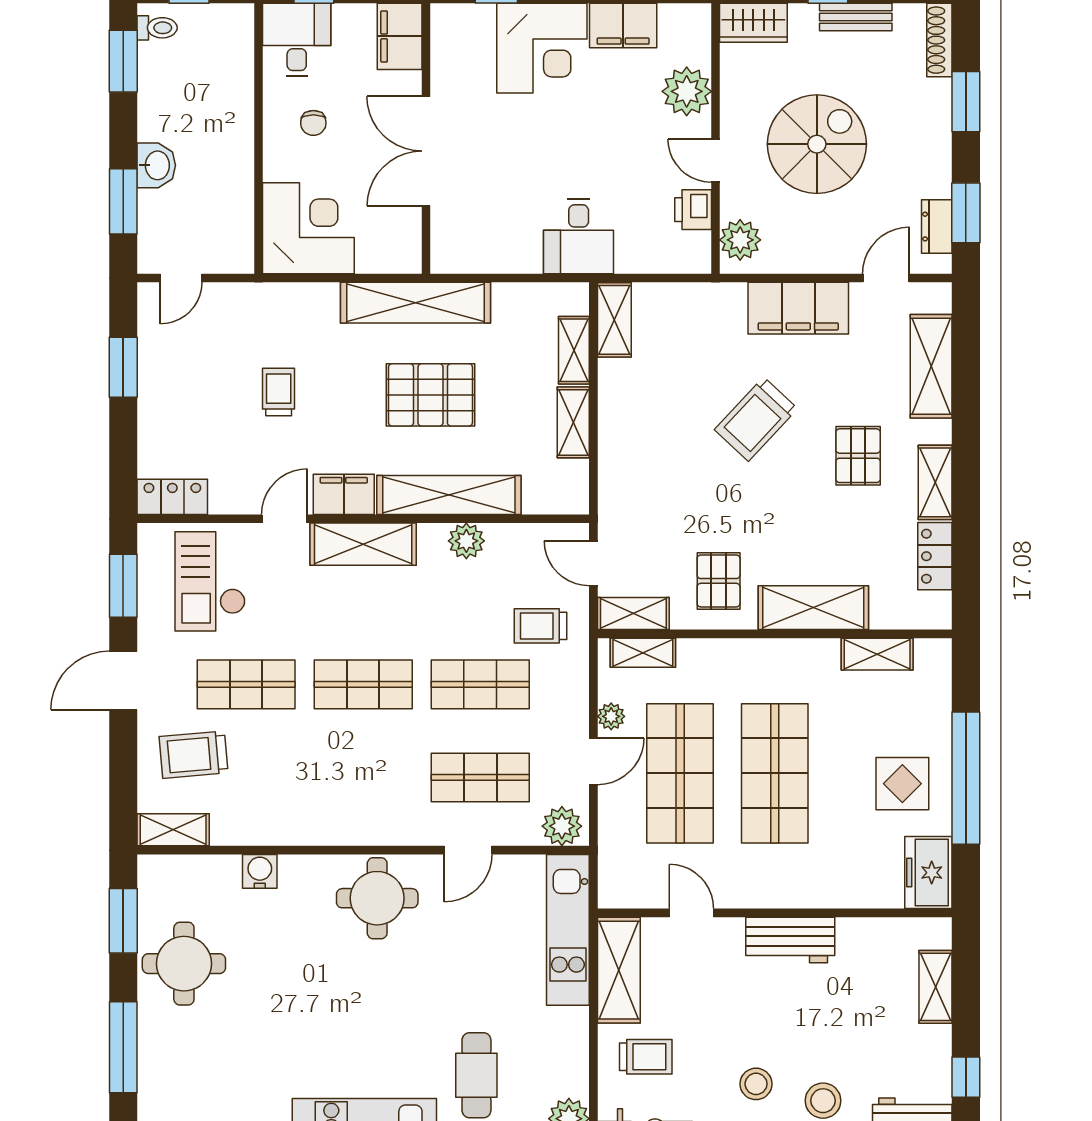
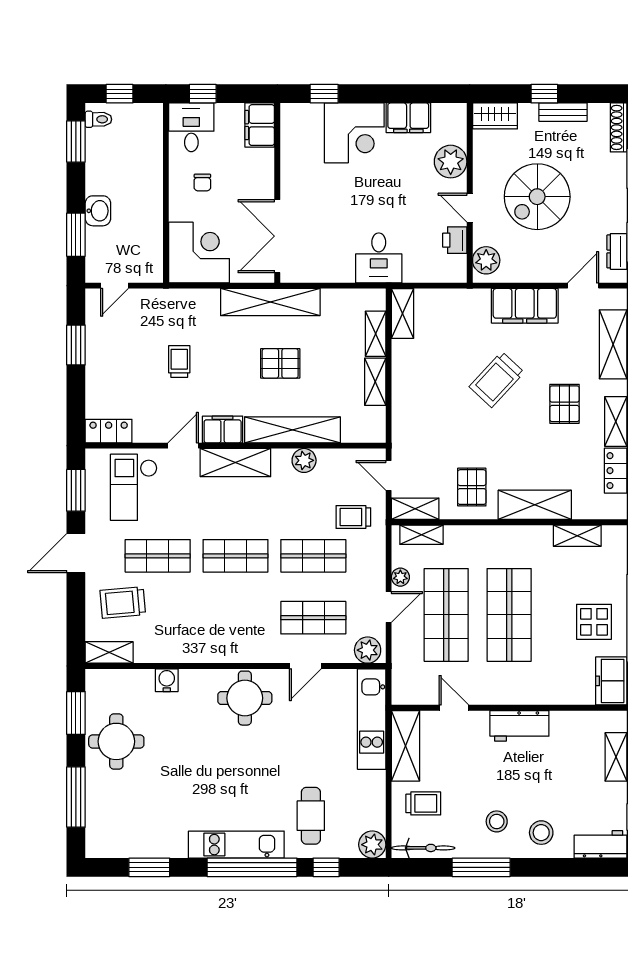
spiral stairs: (817, 144) -> (537, 197), turned 180
double door: (426, 151) -> (277, 236), moved
pallet: (430, 395) -> (280, 363), width x0.67, depth x0.71

